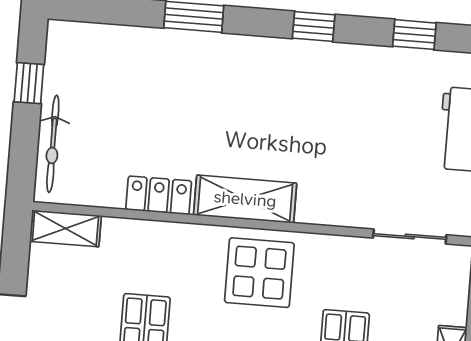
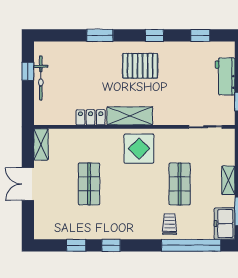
pallet: (277, 91) -> (140, 66), added
bicycle: (53, 144) -> (41, 78), moved
shelving: (65, 228) -> (41, 144), moved, turned 90

